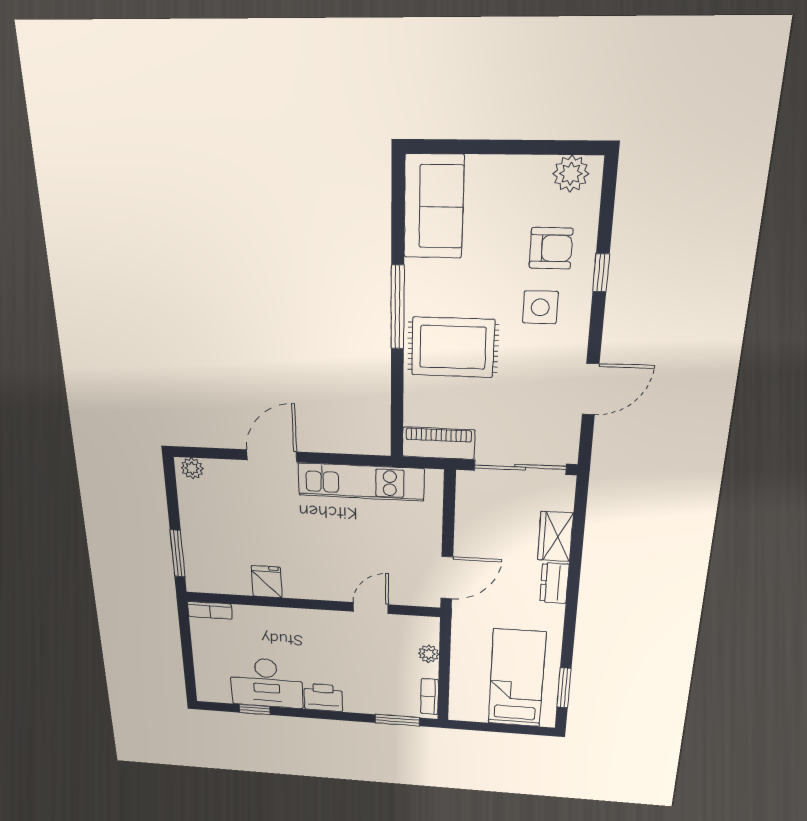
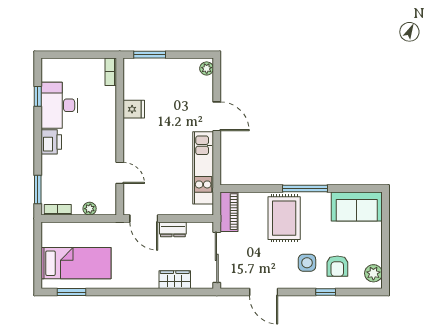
dresser: (554, 583) -> (173, 229), moved, turned 180

